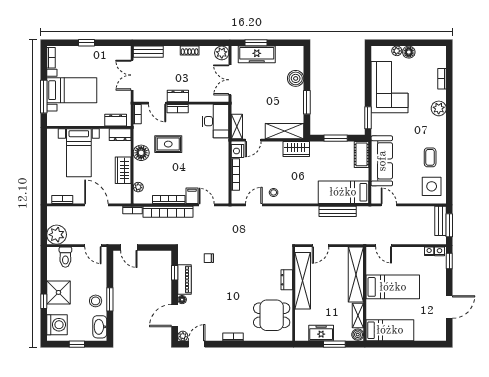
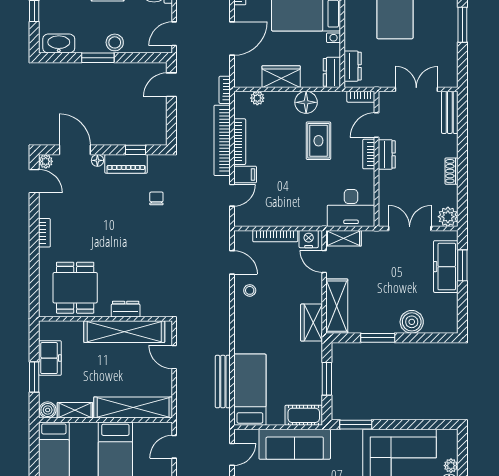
window: (87, 43) -> (462, 25), width x1.50
stool: (96, 301) -> (115, 42), moved

